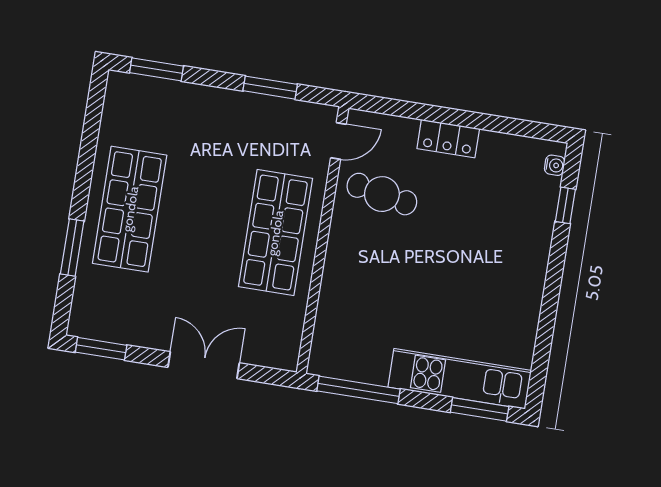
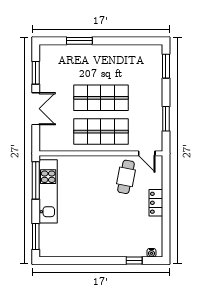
shop shelf: (130, 209) -> (101, 98), moved
window: (101, 349) -> (36, 73), moved
kitchen unit: (460, 379) -> (48, 191), moved

